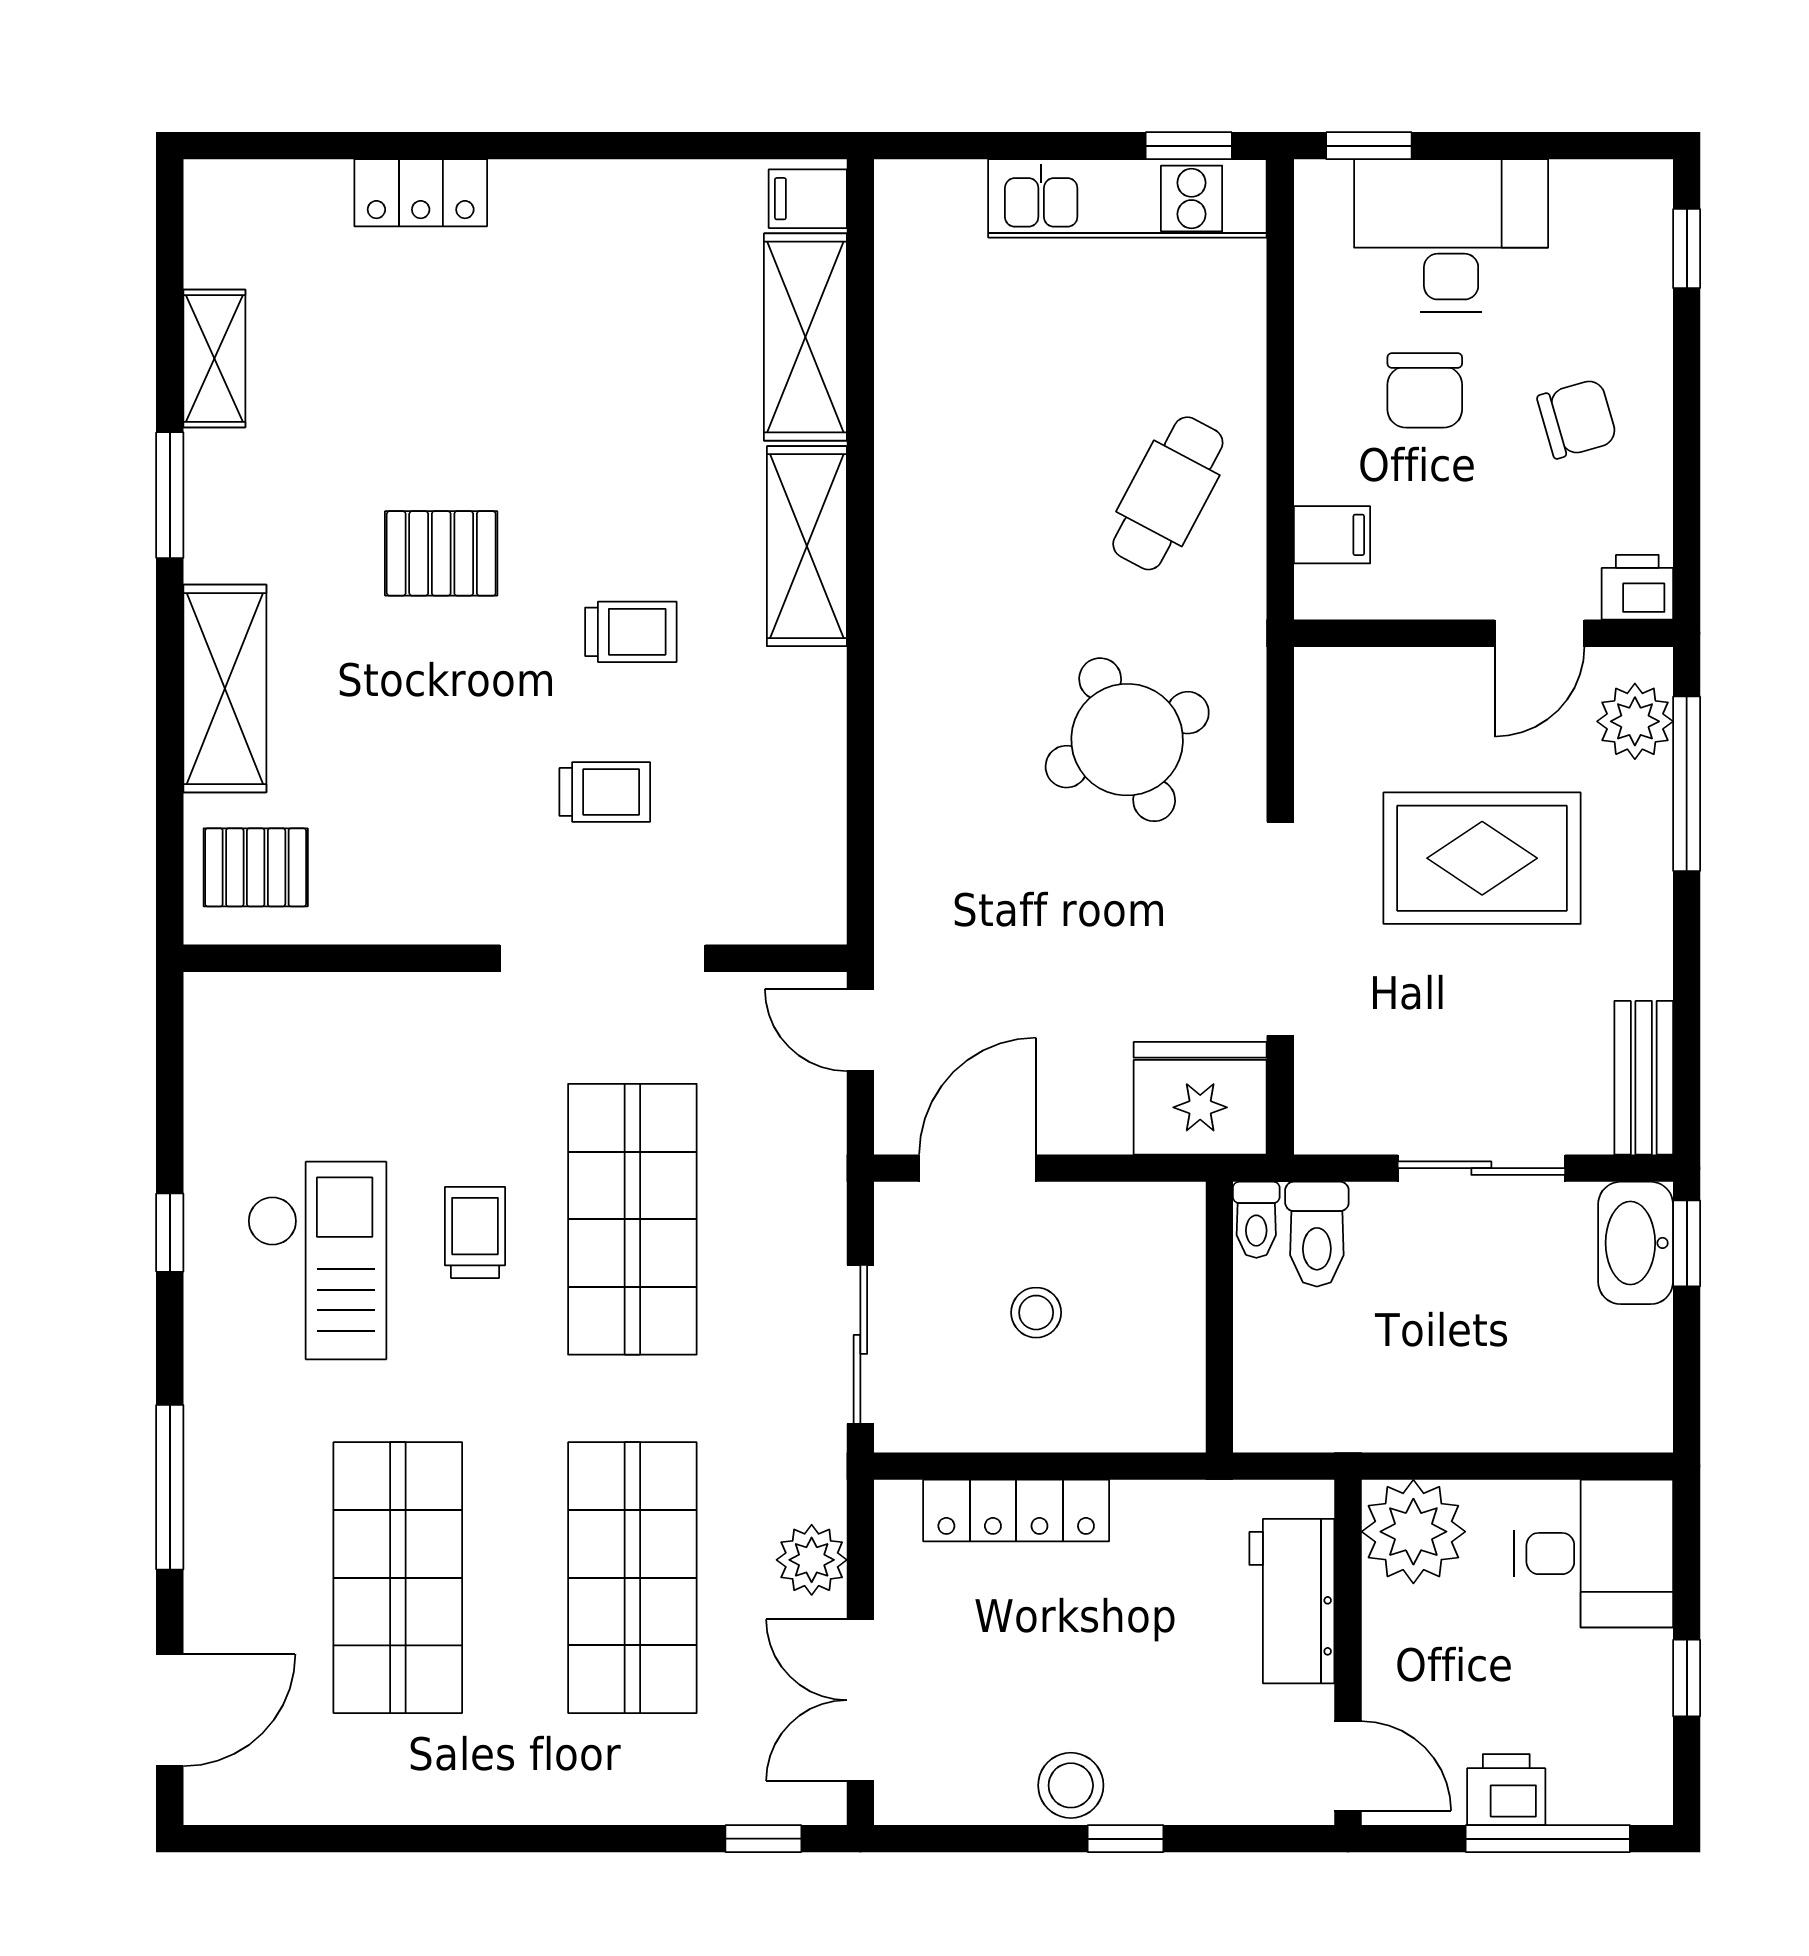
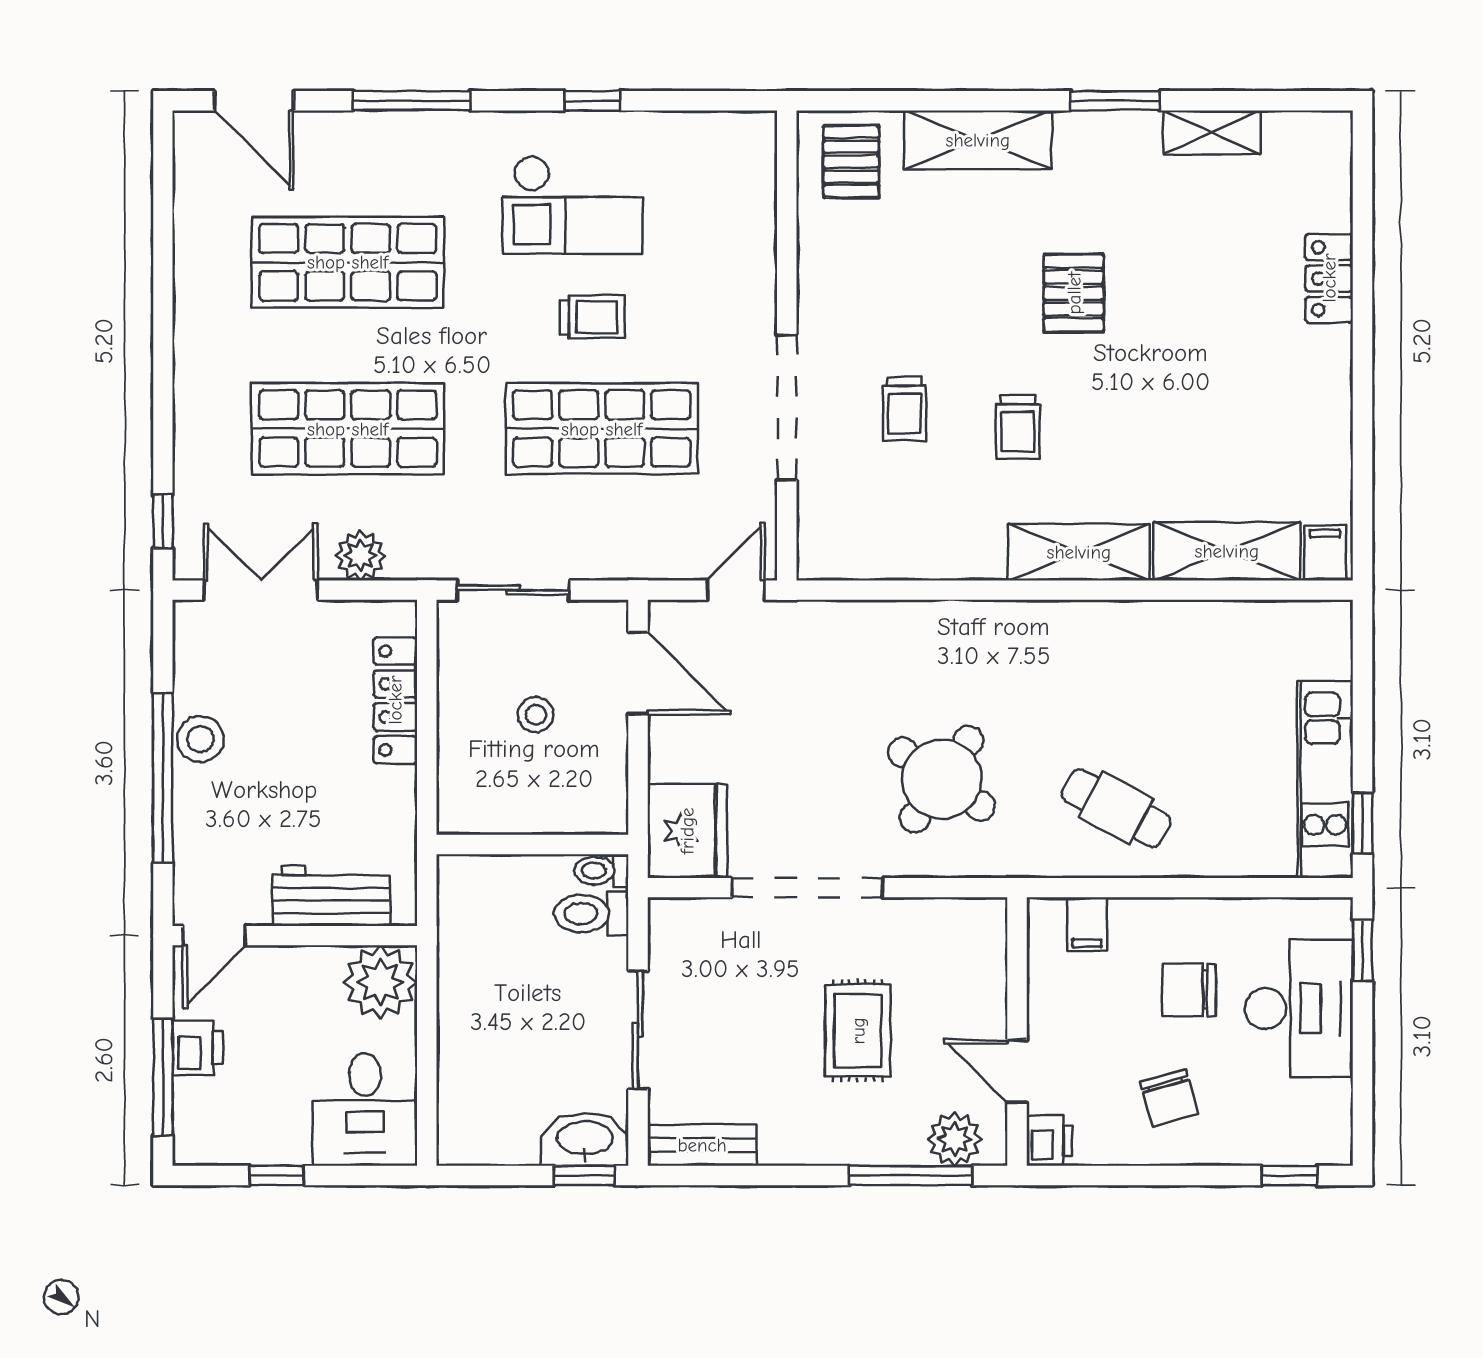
round table: (1127, 740) -> (942, 779), turned -31
rug: (1482, 858) -> (858, 1031), width x0.73, depth x0.70
window: (1126, 1839) -> (163, 778), width x3.17

